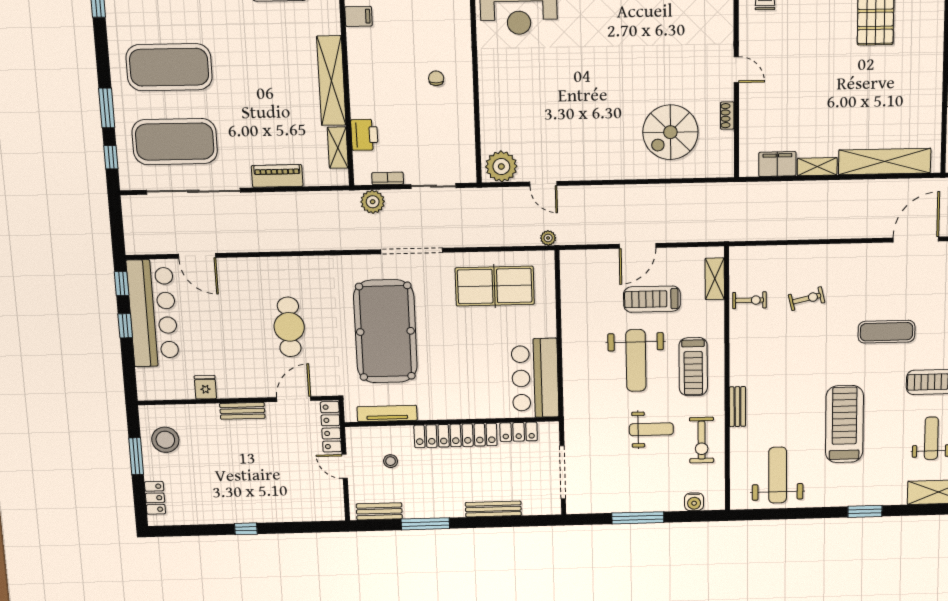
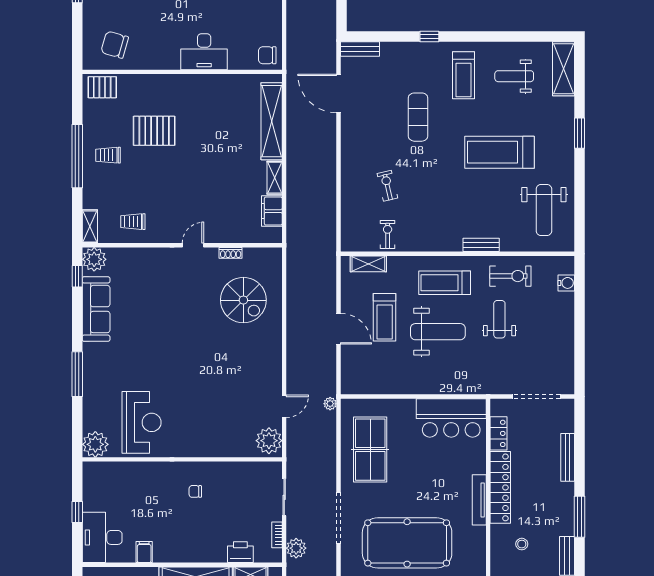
treadmill: (693, 367) -> (445, 283), turned 180
tv unit: (387, 414) -> (479, 500), moved
weight bench: (778, 475) -> (544, 210), turned -90
window: (638, 518) -> (580, 332), removed

